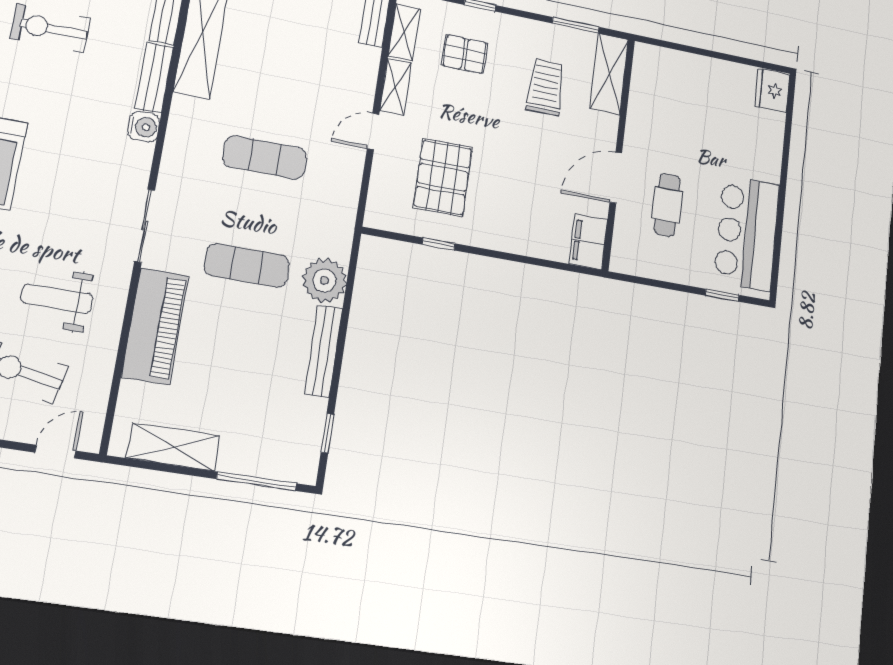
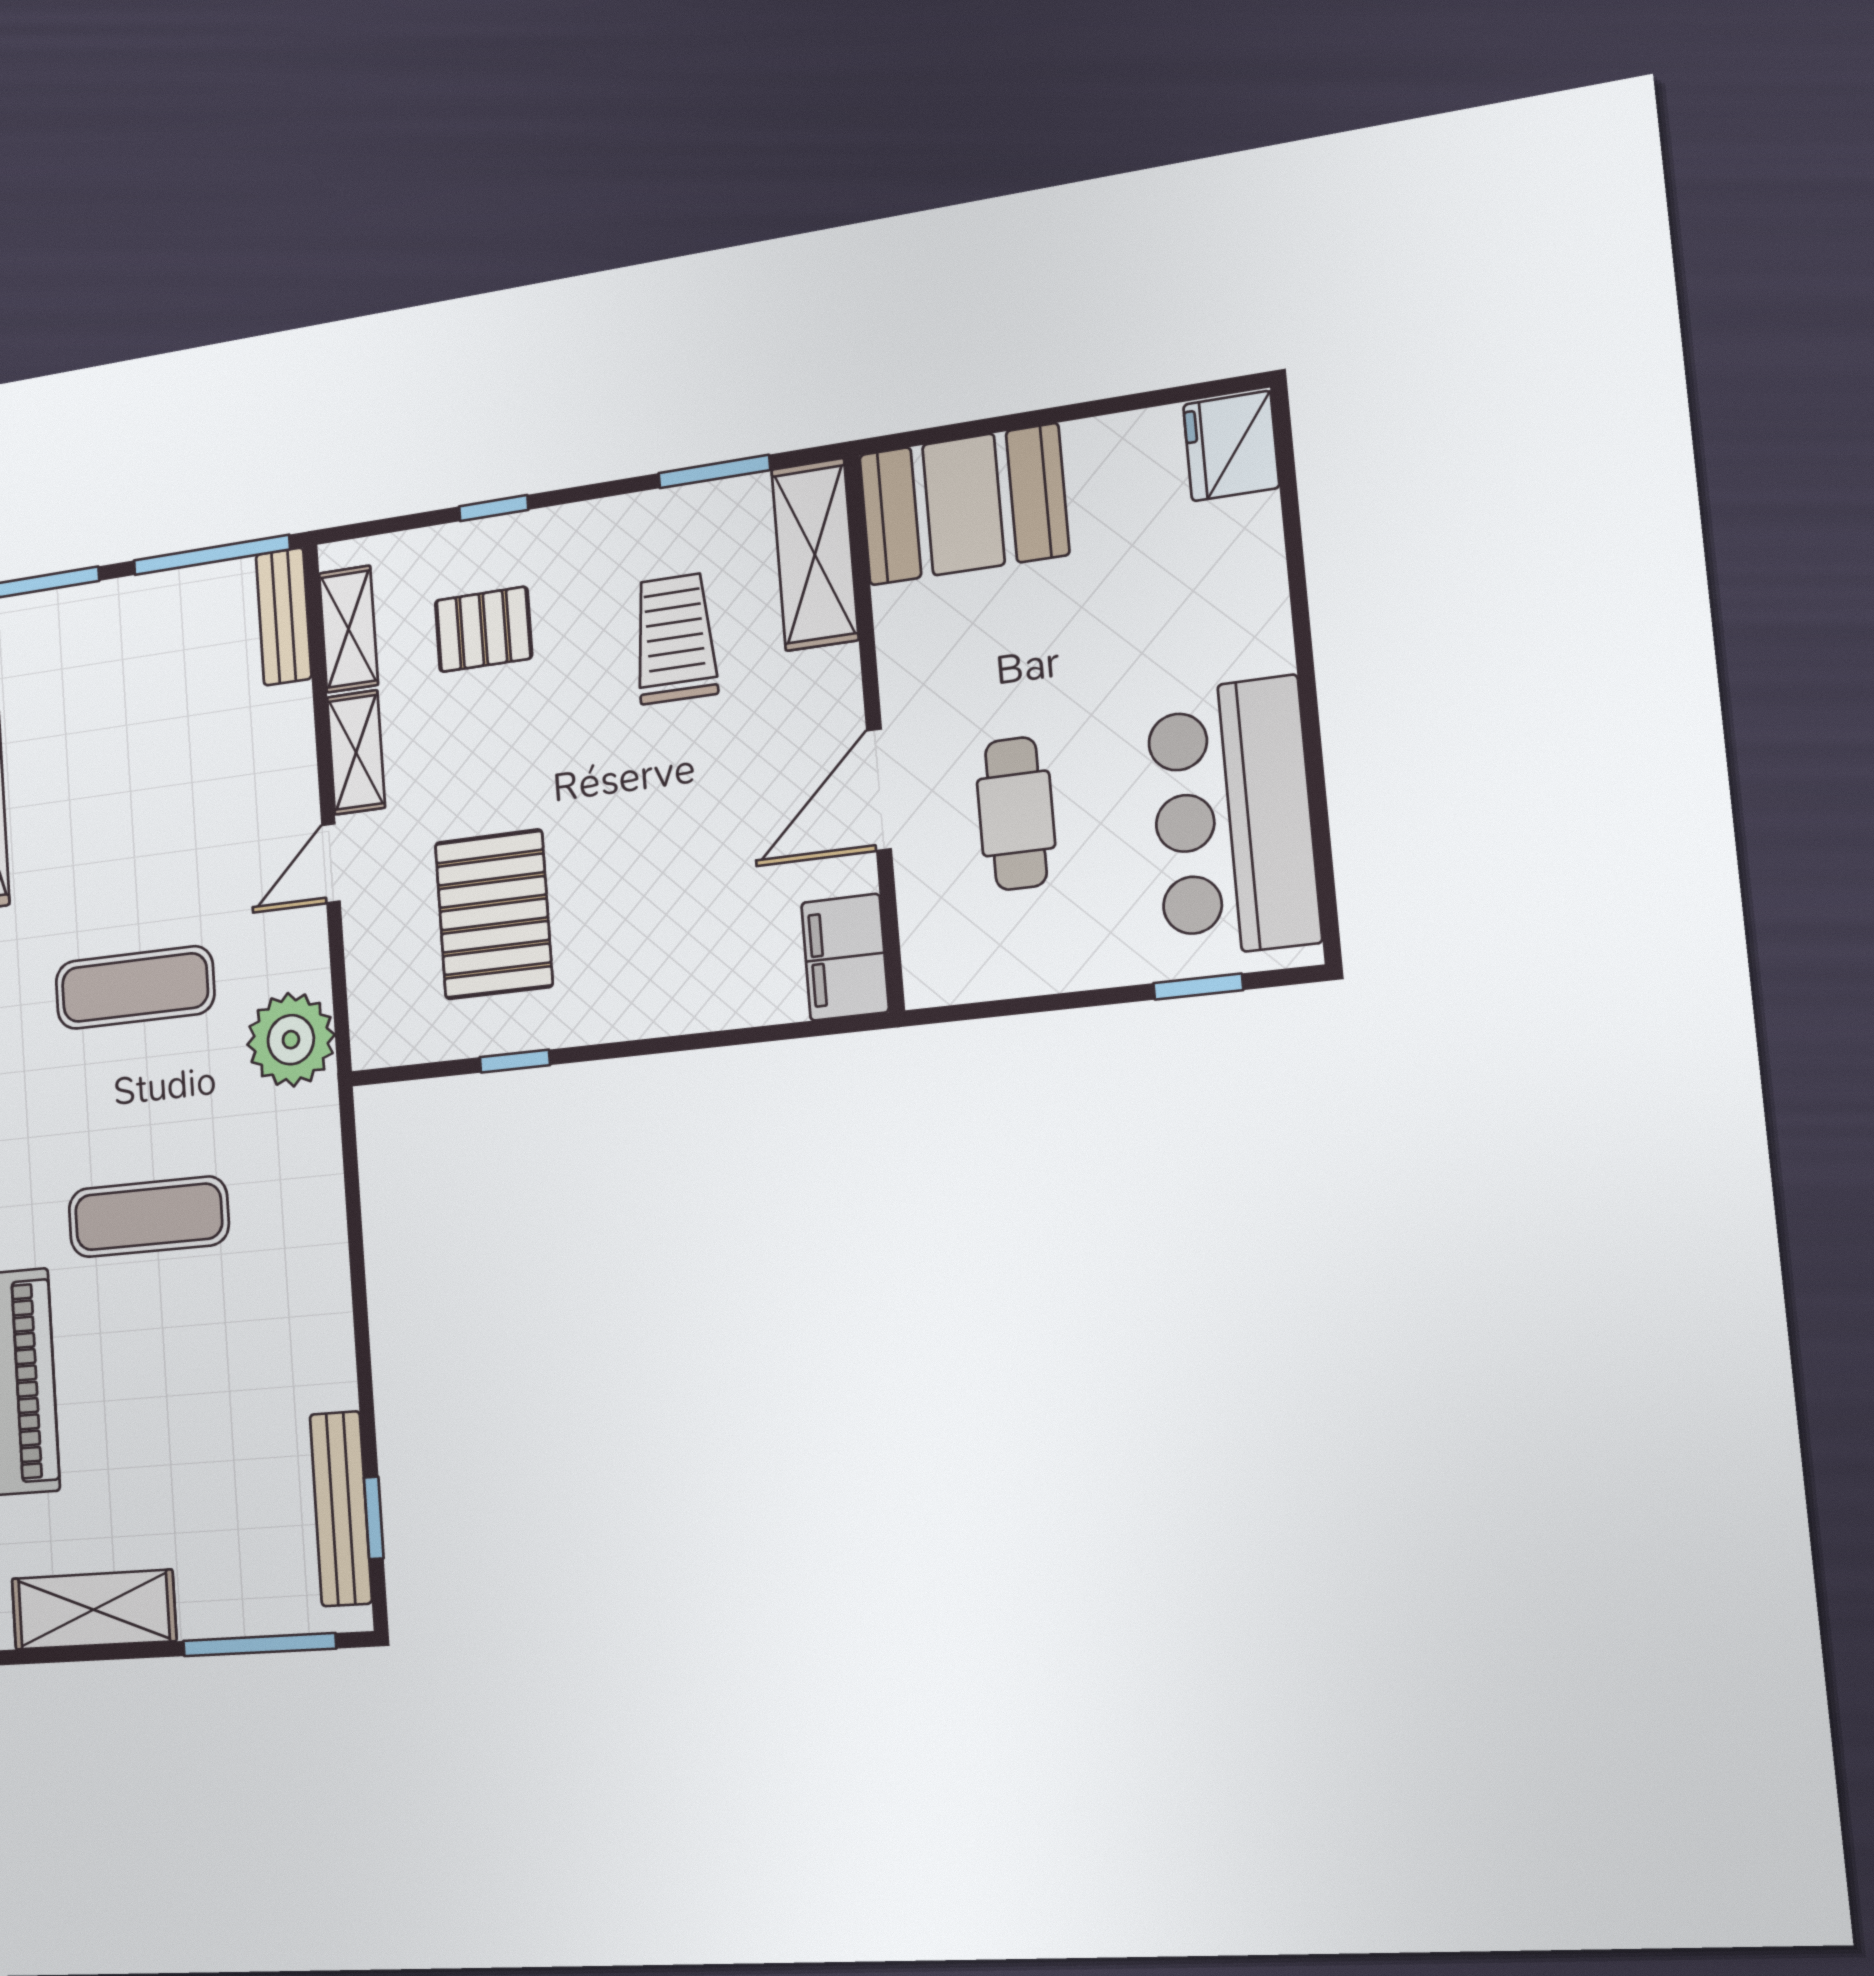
booth: (671, 76) -> (963, 505), added
plant: (324, 281) -> (291, 1040), moved
bench: (324, 351) -> (341, 1509), moved

